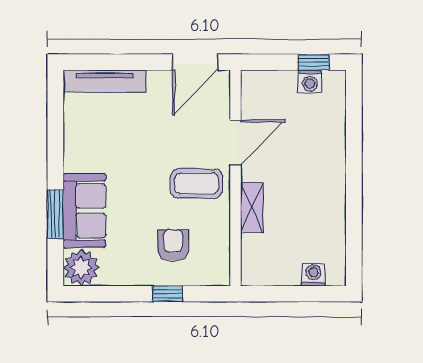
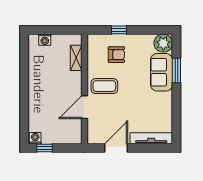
door: (195, 62) -> (116, 148), moved
washing machine: (310, 81) -> (35, 138), moved
shelving: (252, 207) -> (76, 58), moved
armchair: (173, 245) -> (116, 55), turned -90

